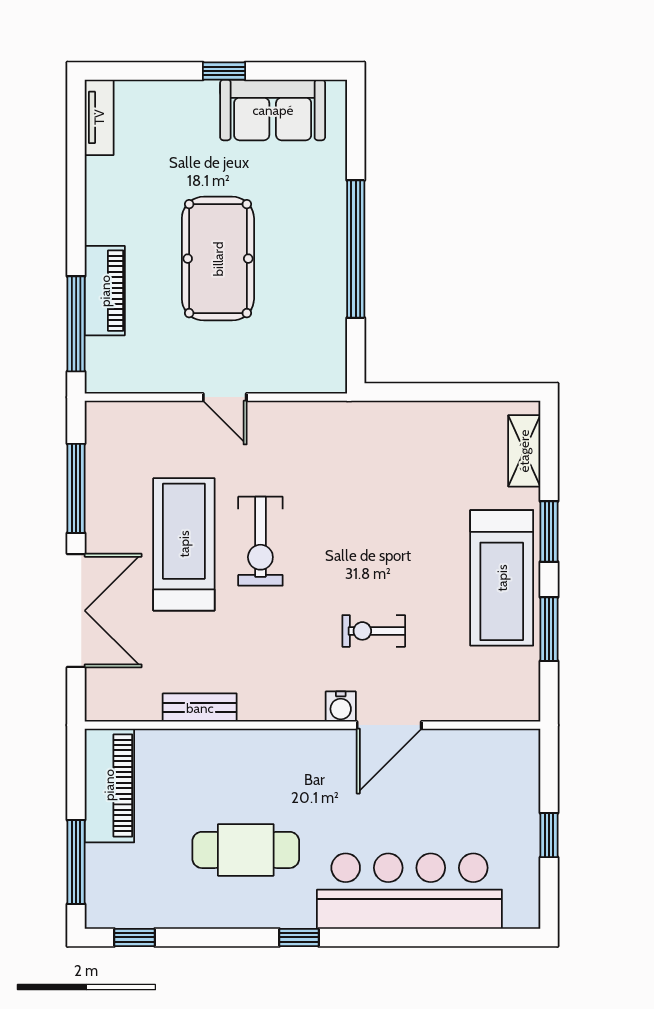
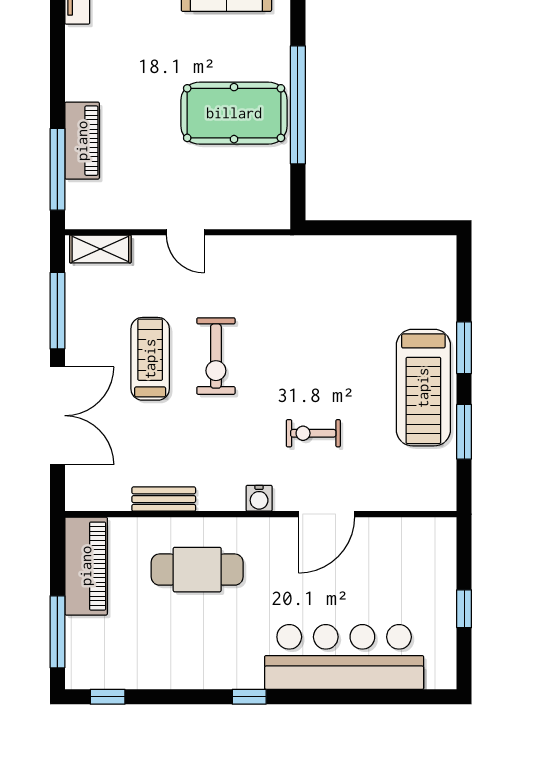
pool table: (218, 259) -> (234, 113), moved, turned 90
shelving: (524, 451) -> (100, 249), moved, turned 90
treadmill: (184, 544) -> (150, 359), width x0.73, depth x0.73
water cooler: (341, 707) -> (259, 498), moved
cafe table: (246, 850) -> (197, 570), moved

